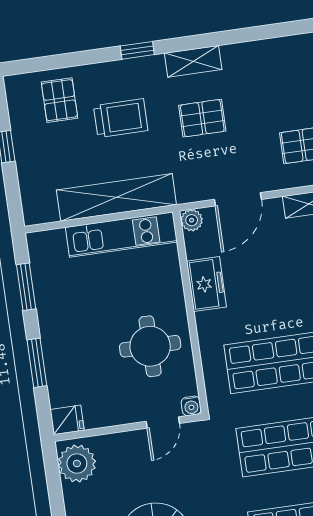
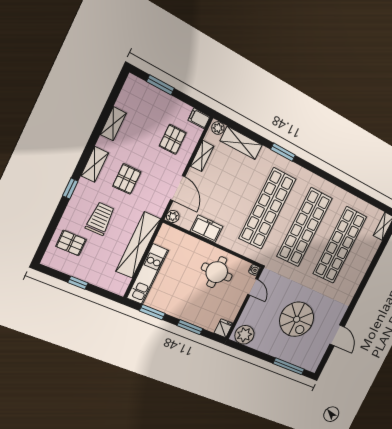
shelving: (267, 50) -> (113, 124), added
kitchen unit: (121, 235) -> (148, 274), moved

